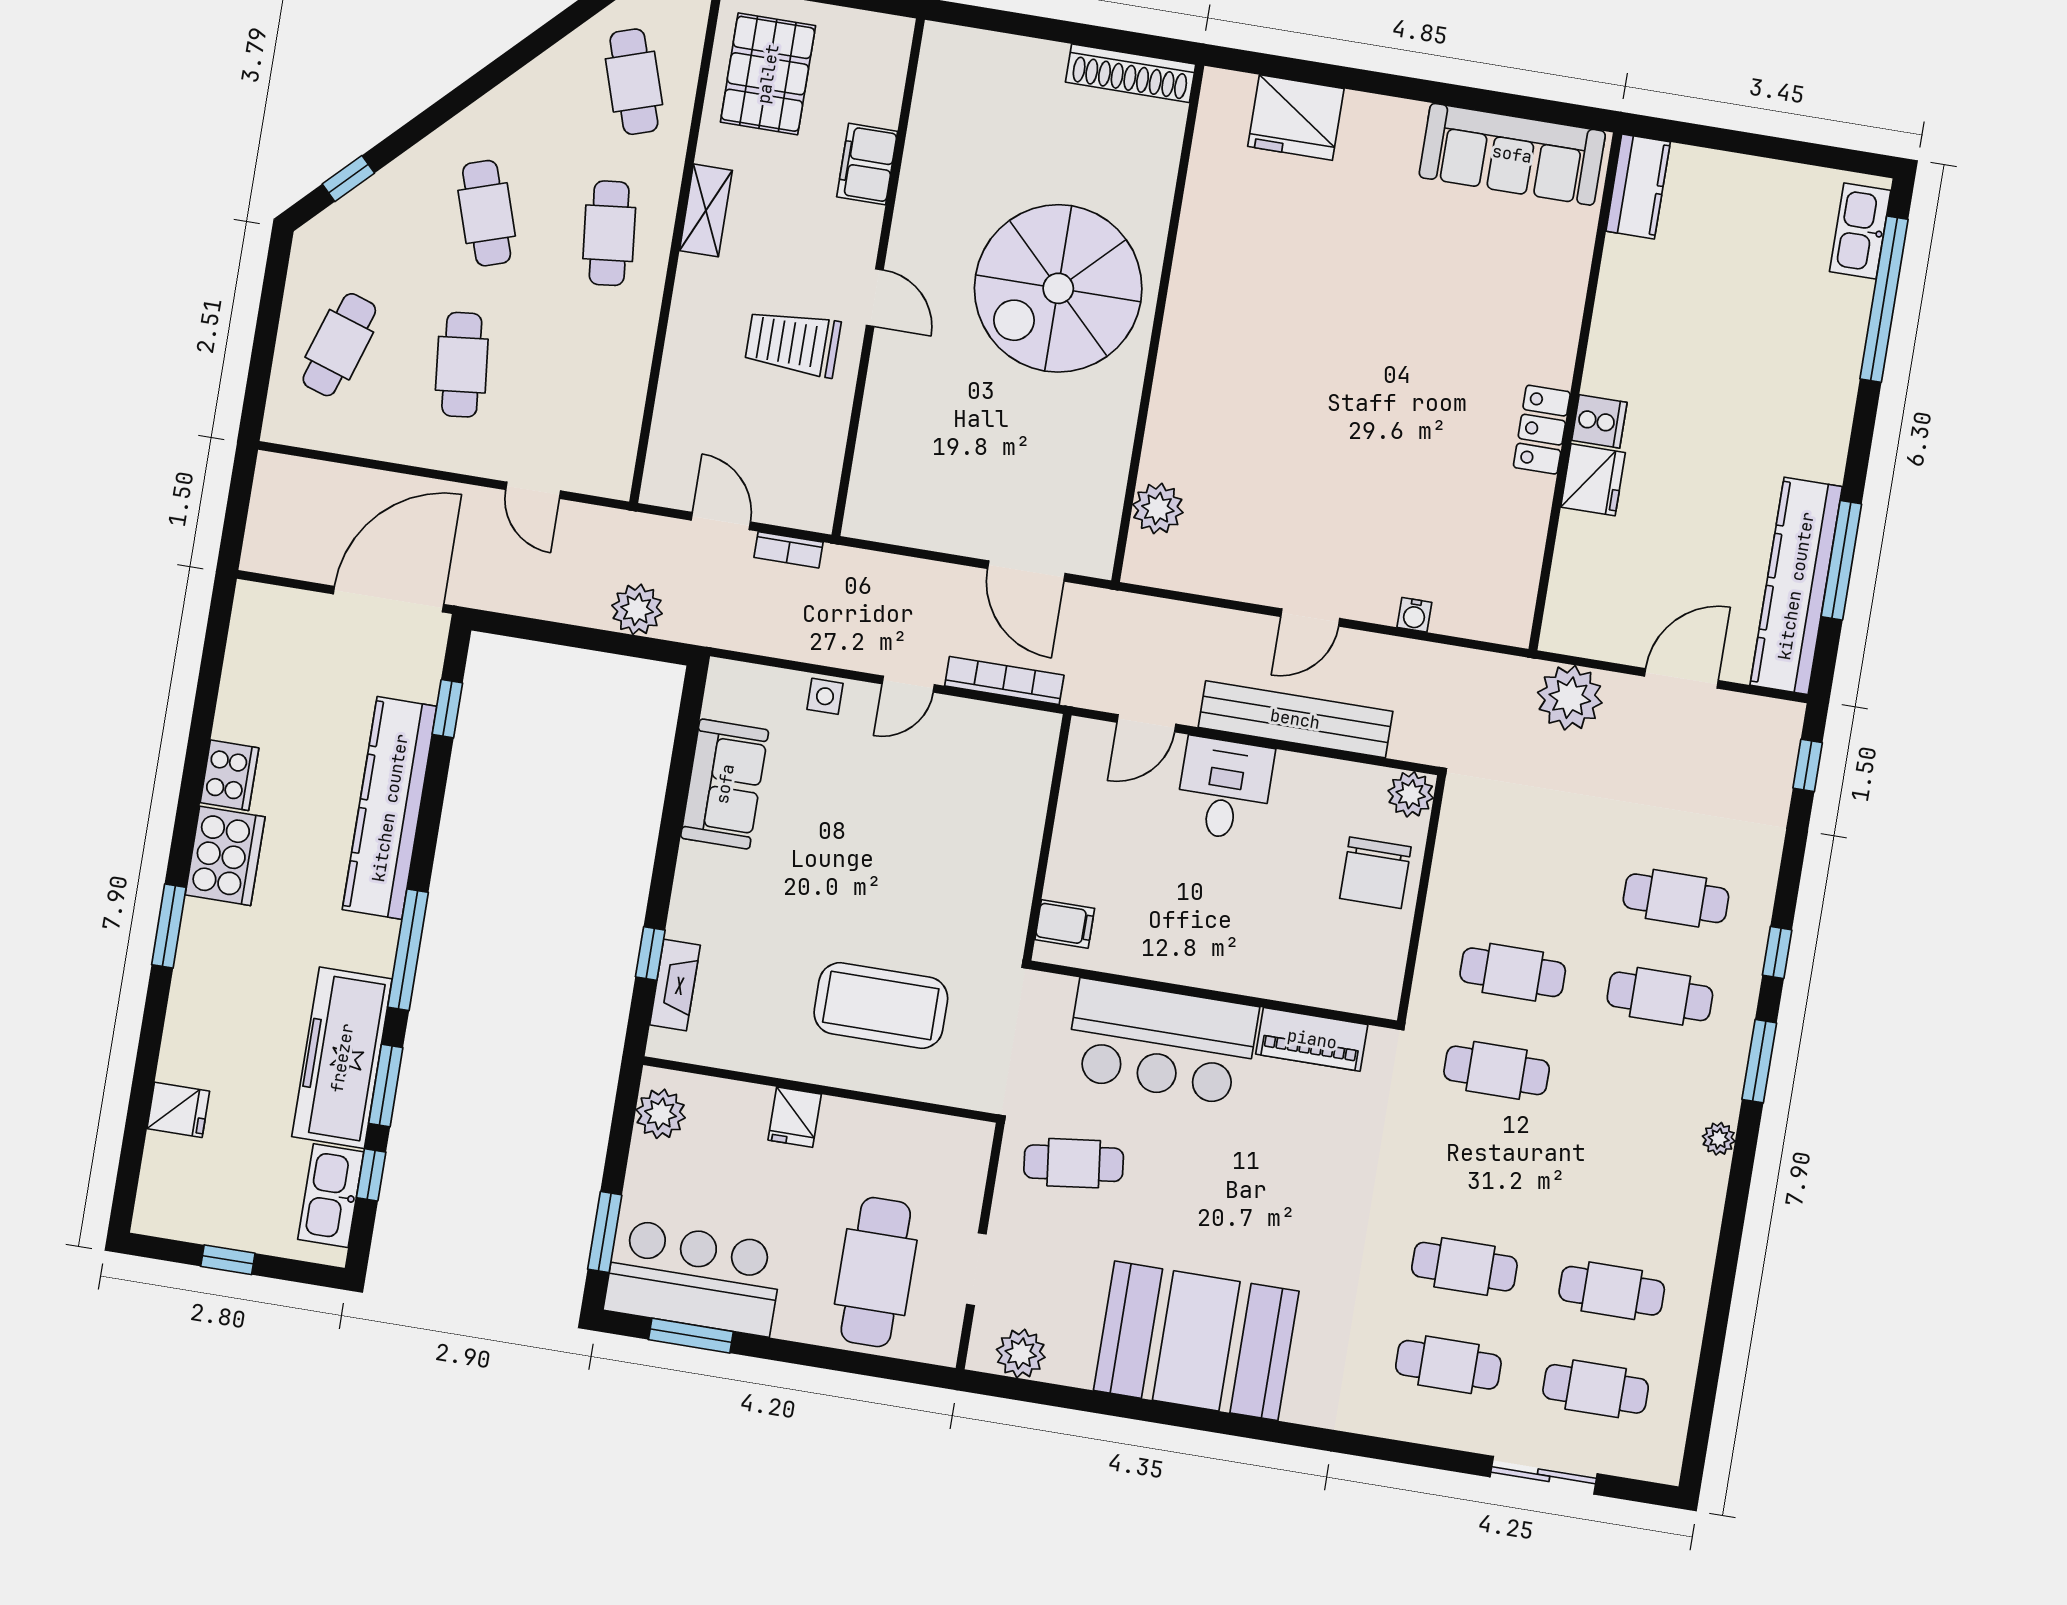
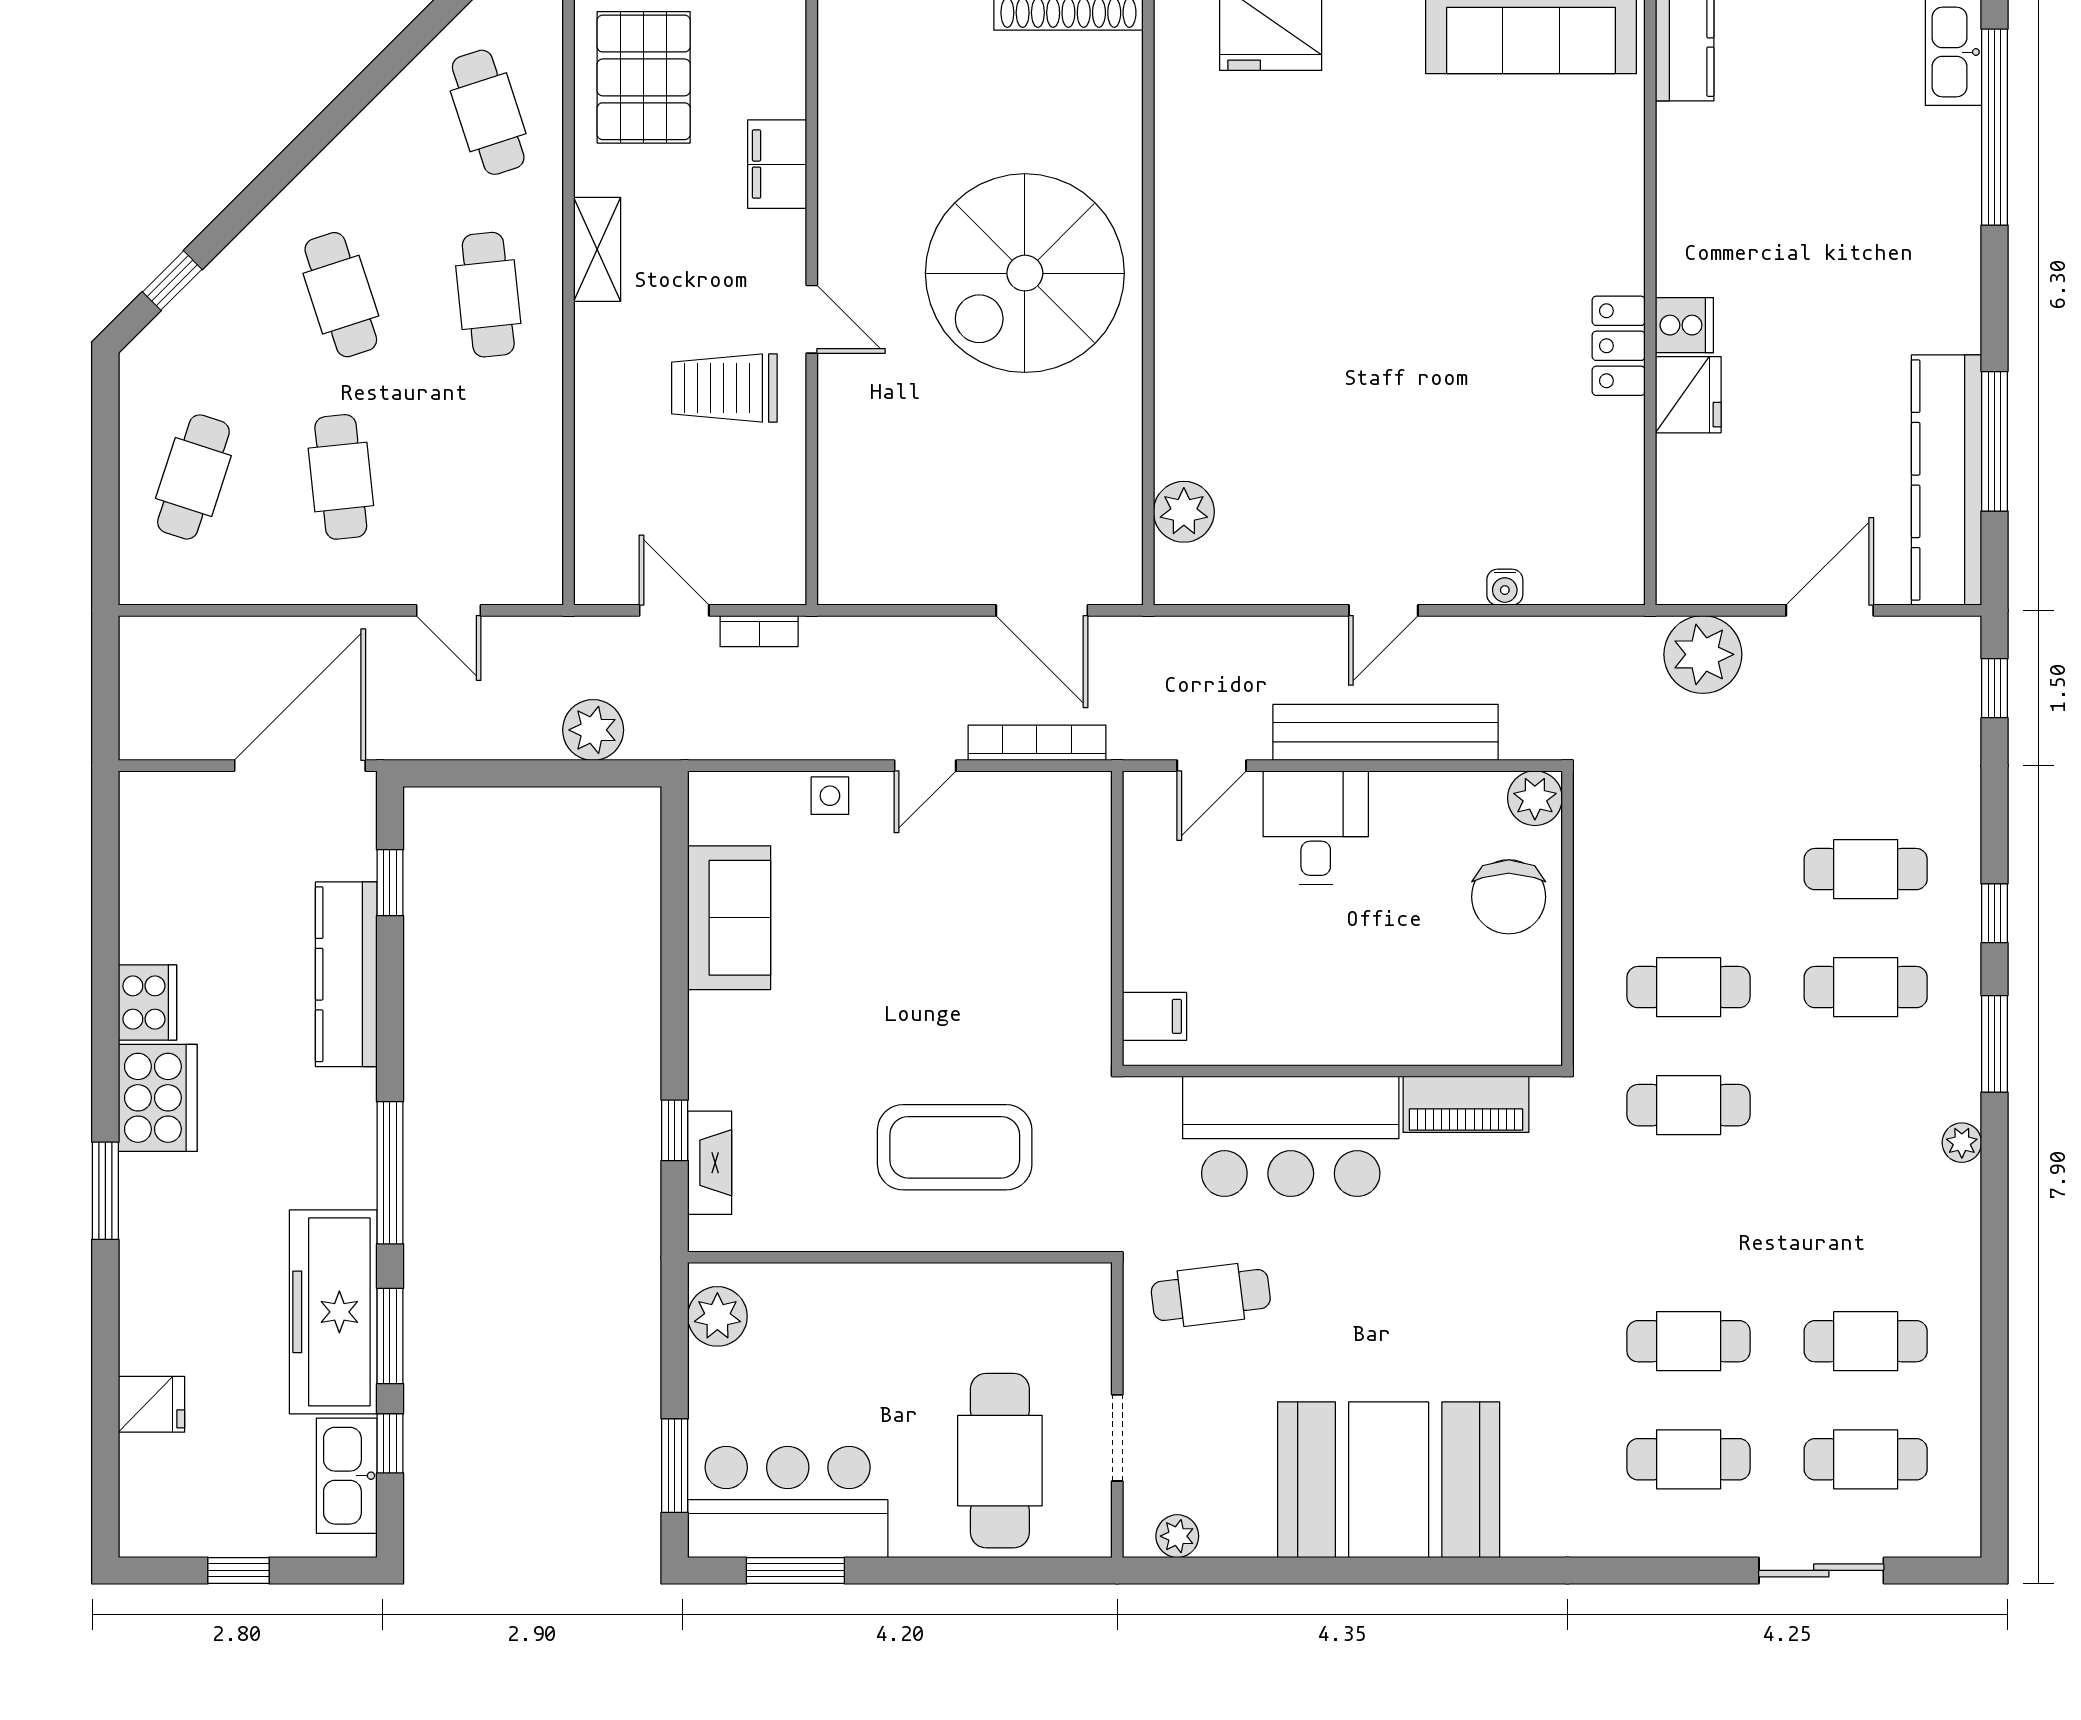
kitchen counter: (390, 808) -> (346, 974), width x0.72, depth x0.86
fridge: (795, 1117) -> (875, 1295), removed
plant: (1021, 1353) -> (1177, 1536), width x0.73, depth x0.73

